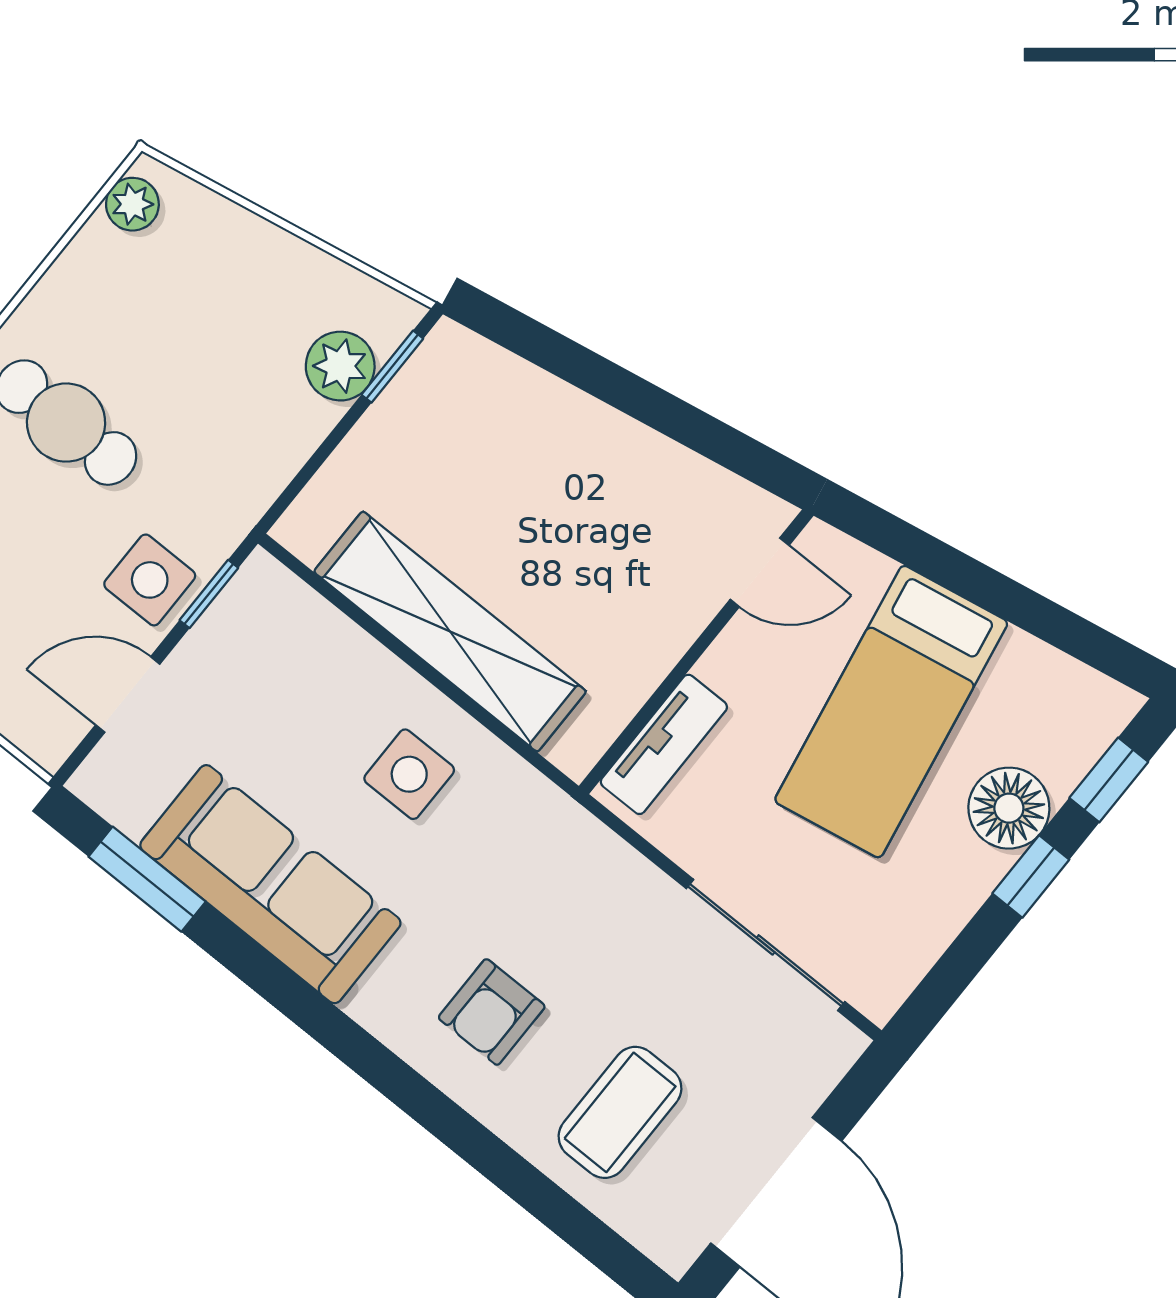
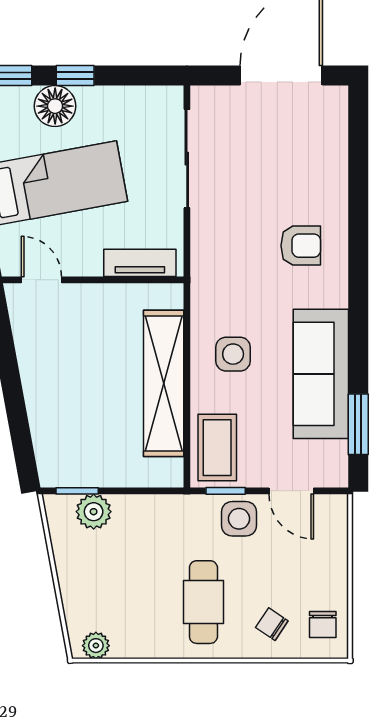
coffee table: (620, 1112) -> (217, 448), moved, turned 90

